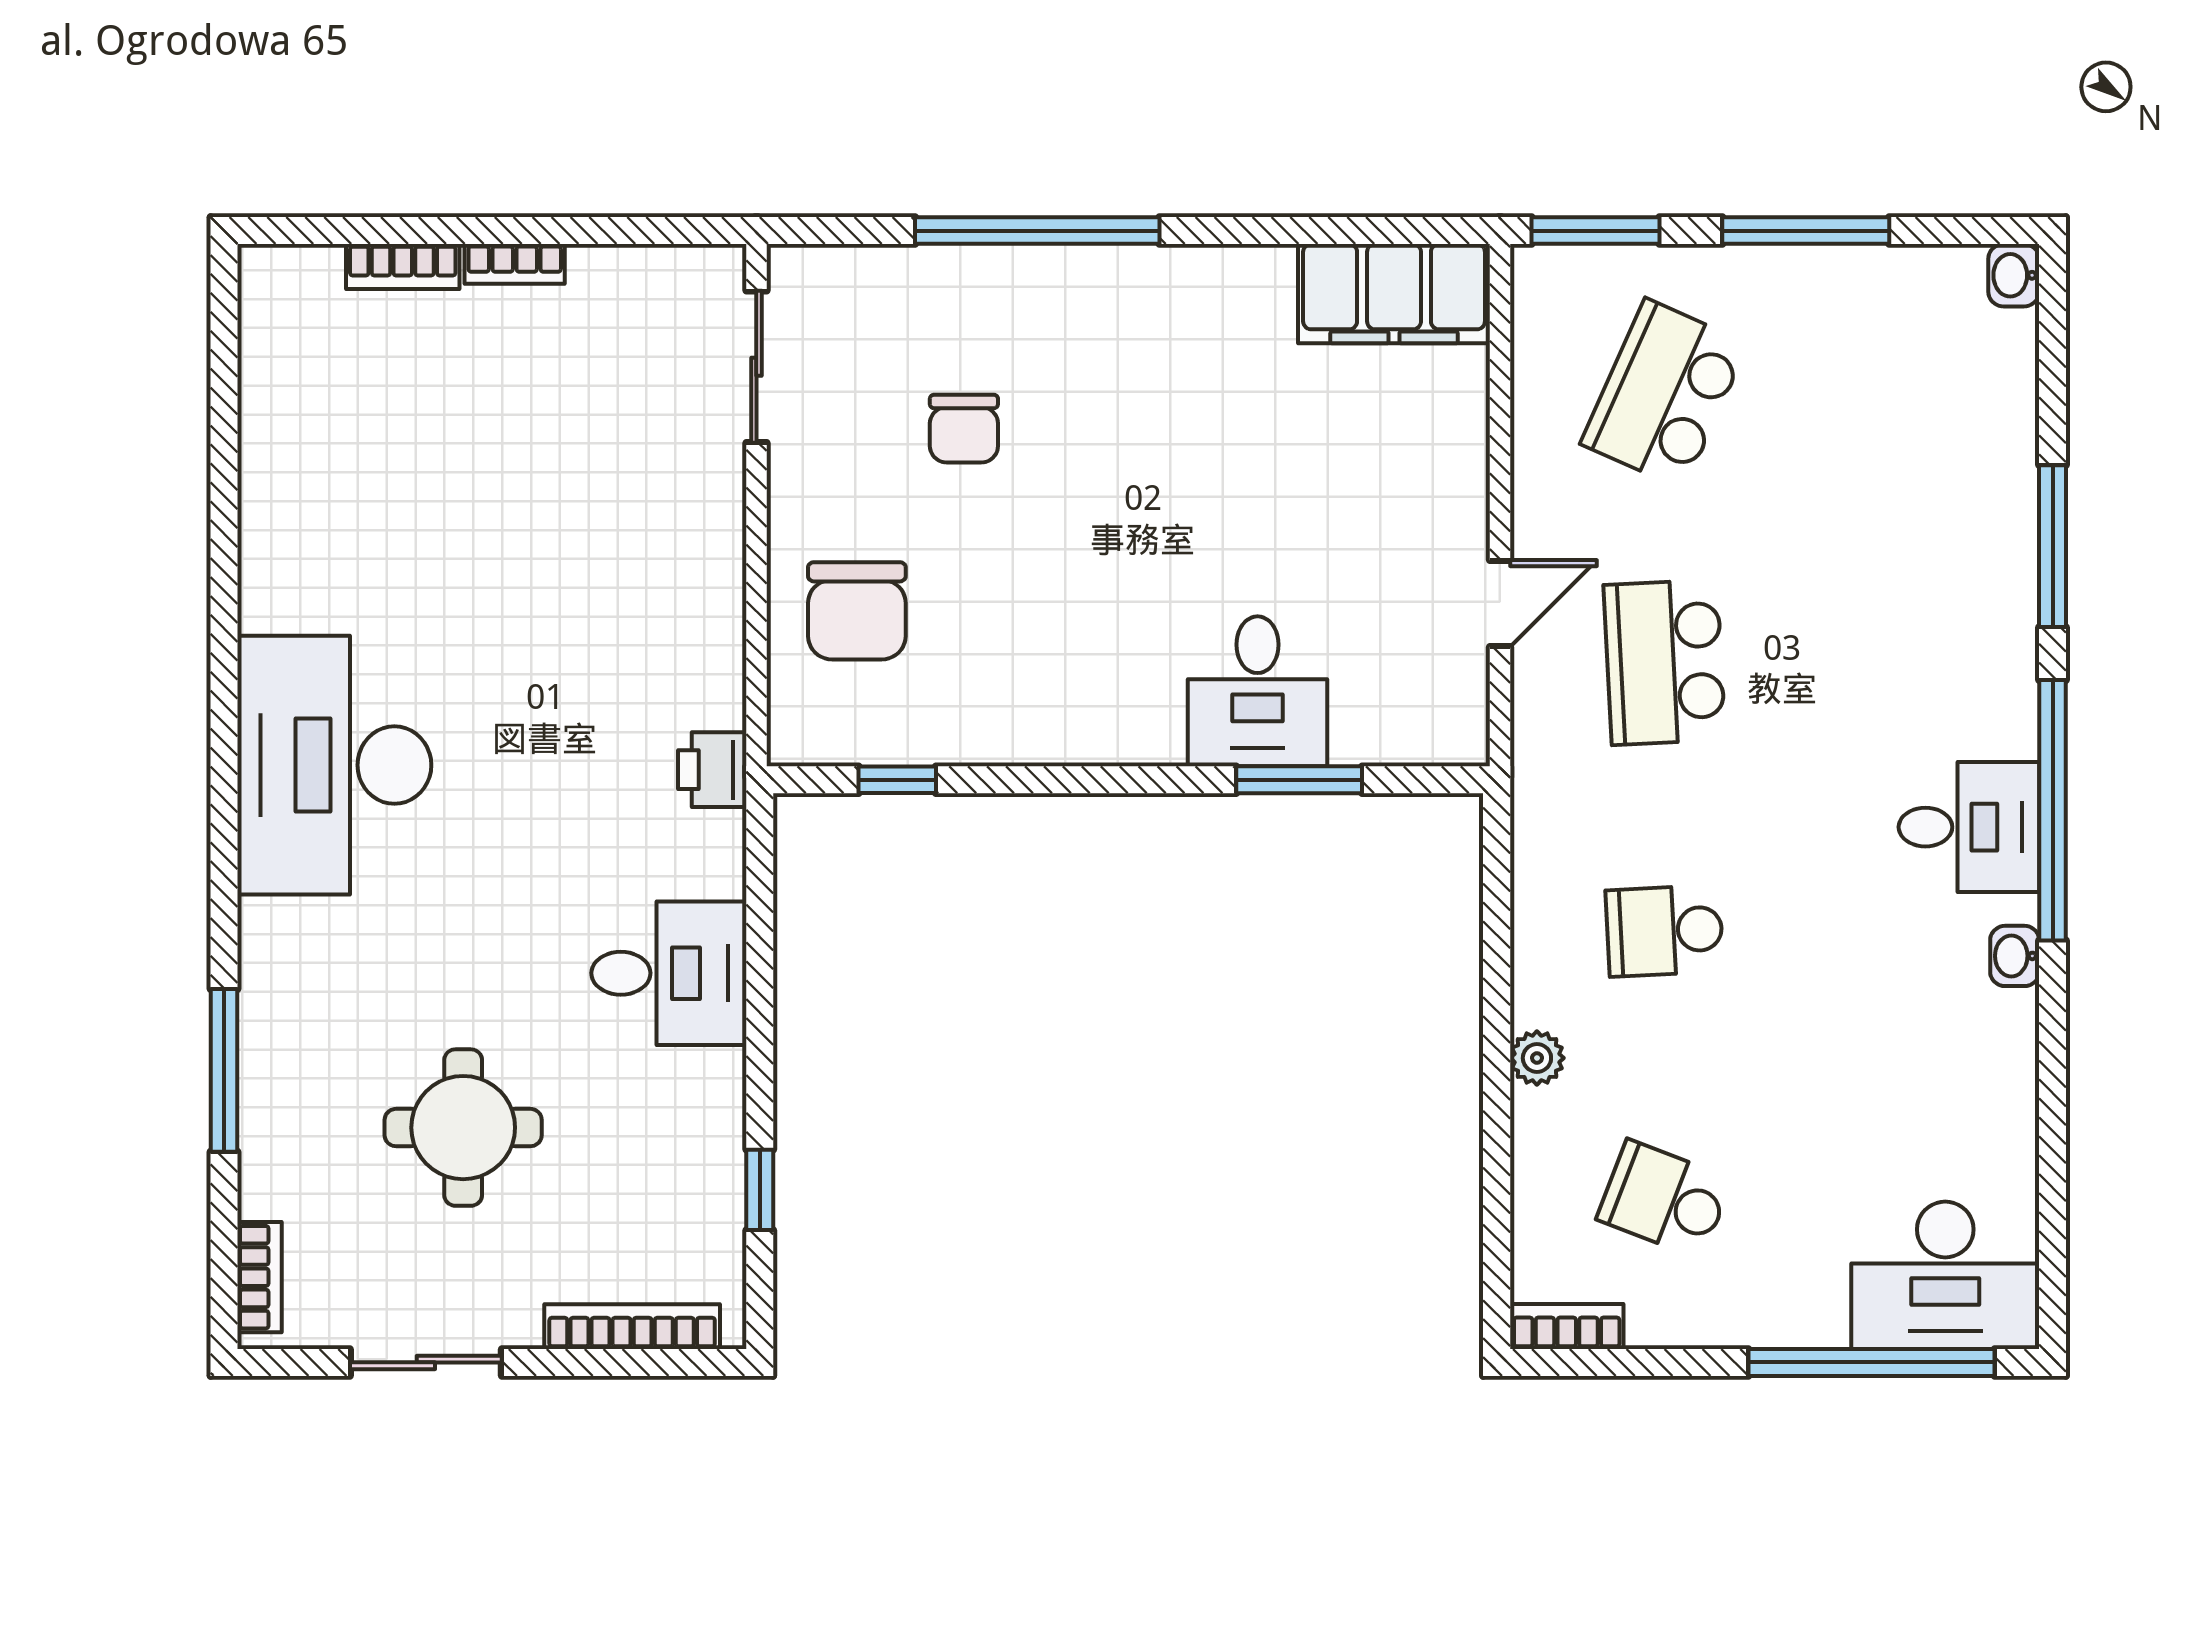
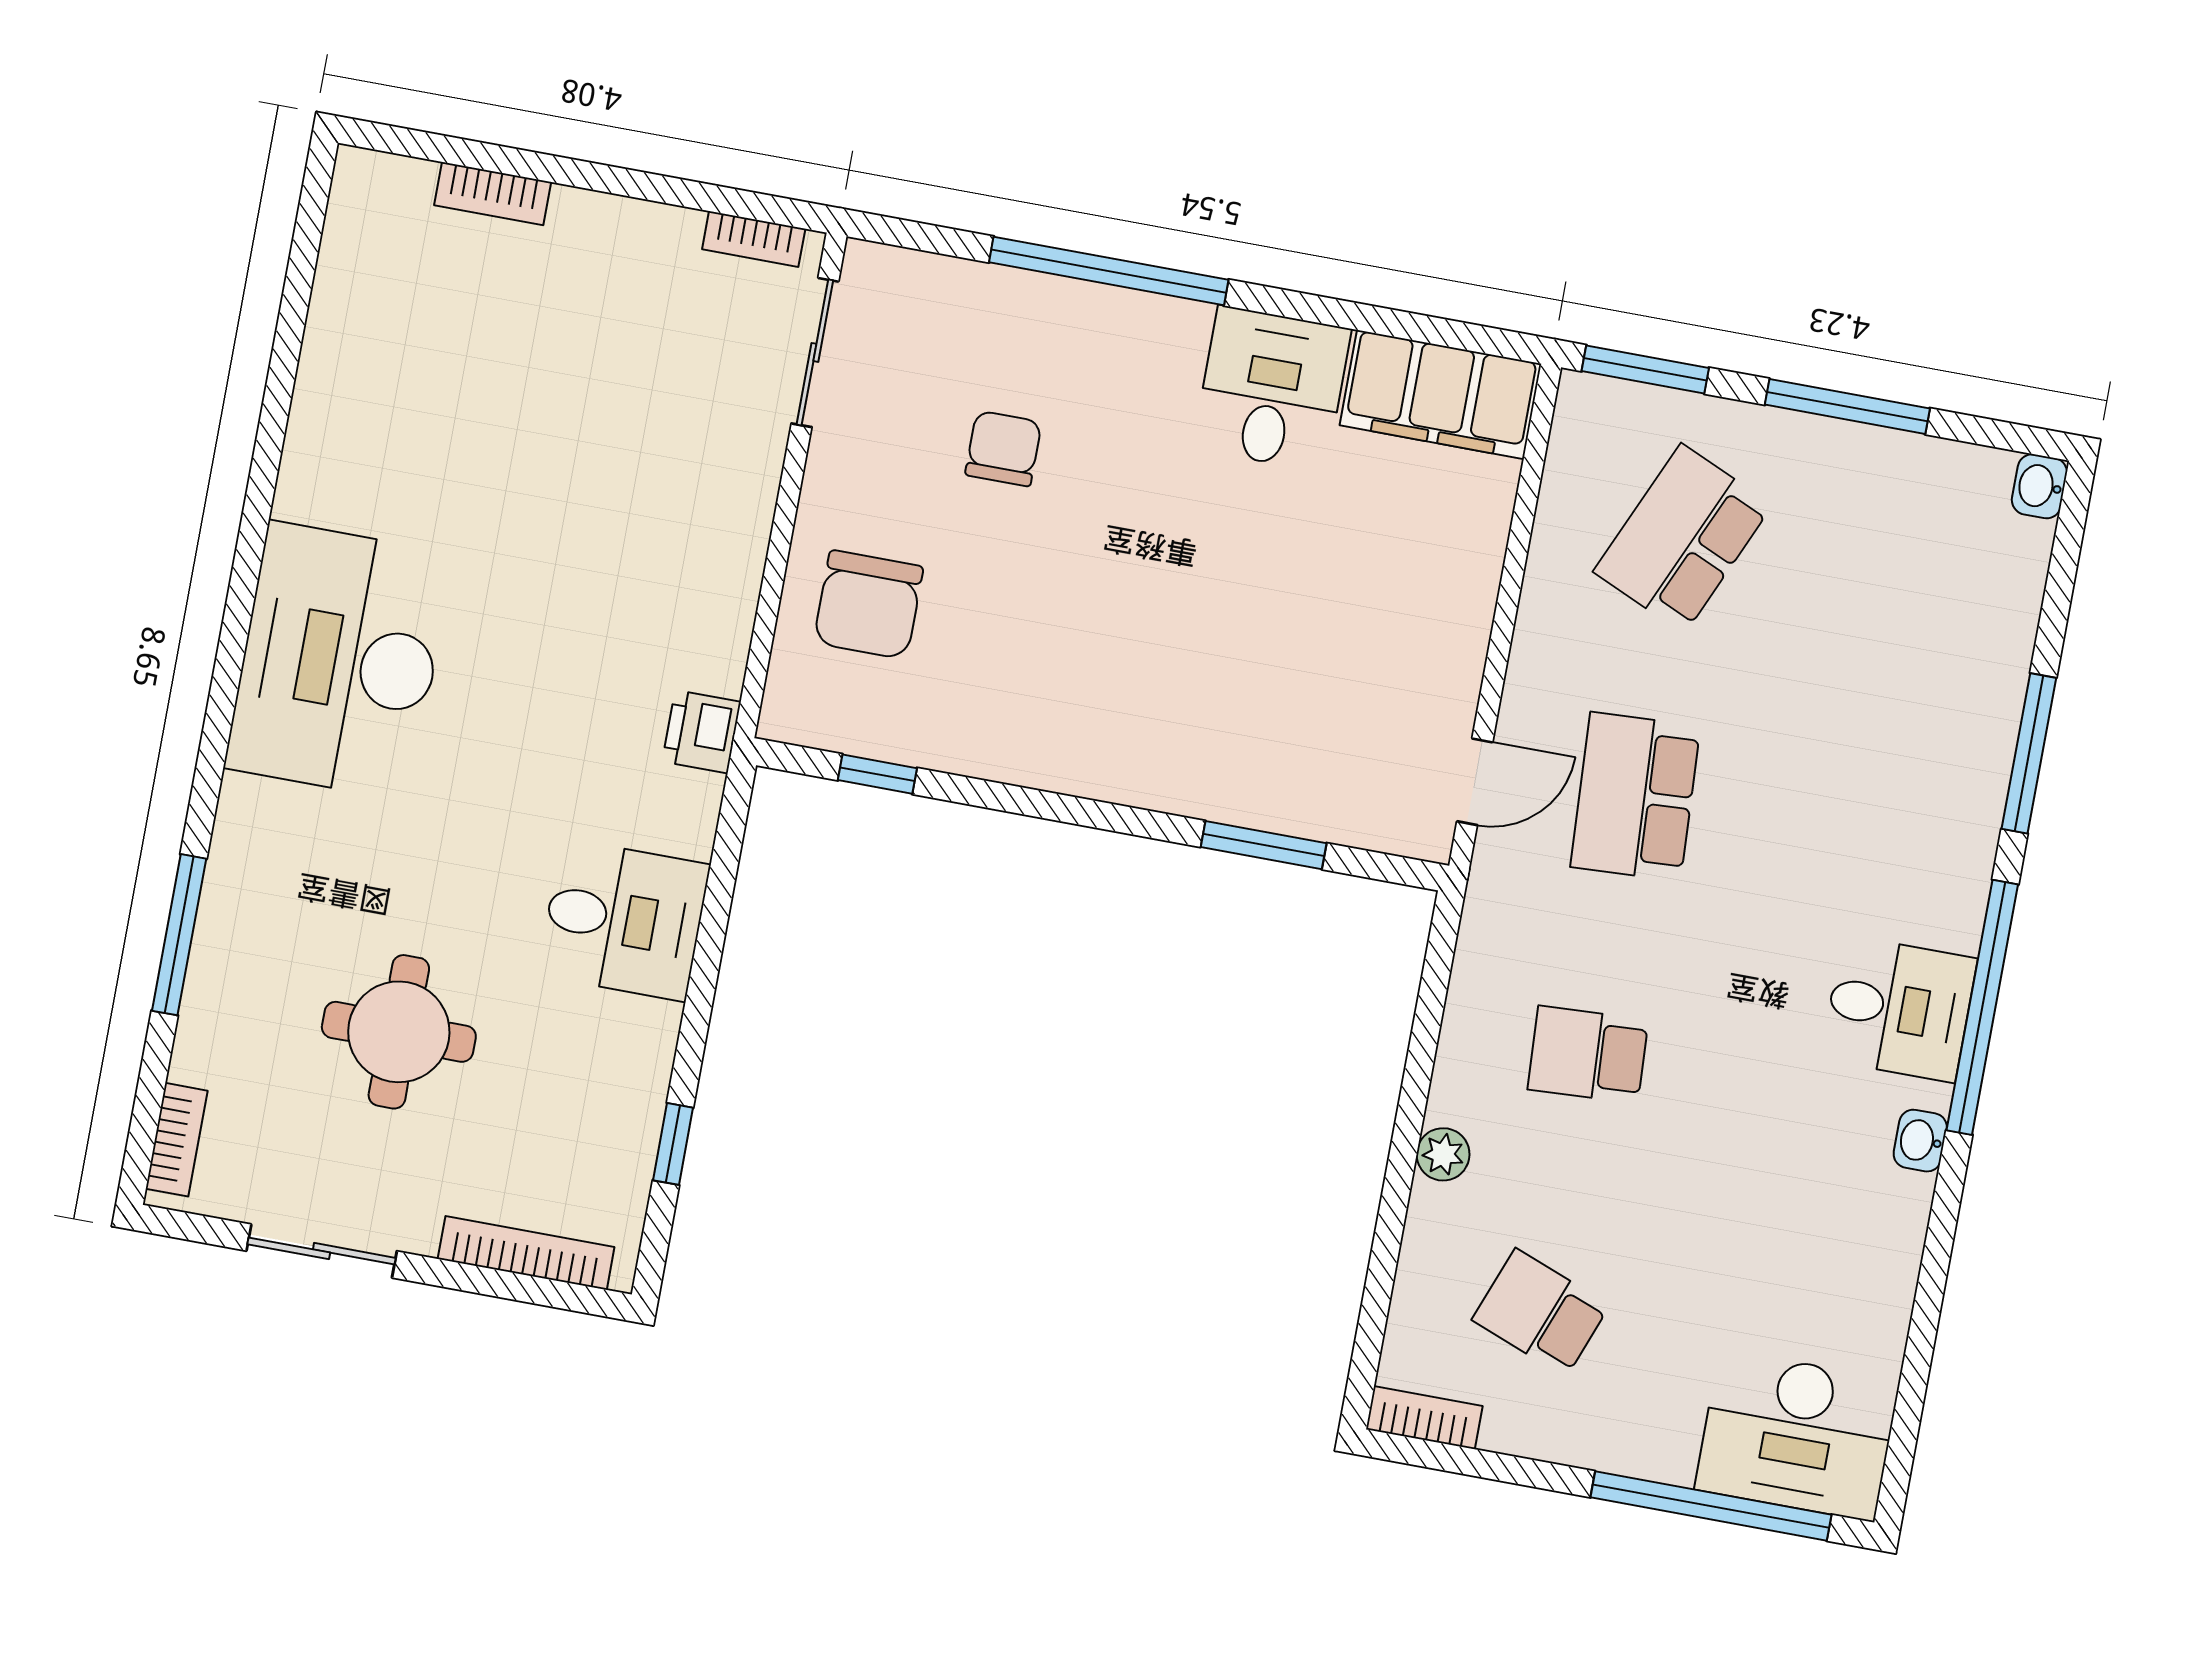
bookcase: (515, 264) -> (754, 239), moved
chair: (964, 429) -> (1003, 448), turned 180
door: (1500, 604) -> (1475, 782), moved
desk: (1258, 691) -> (1272, 389), moved, turned 180

